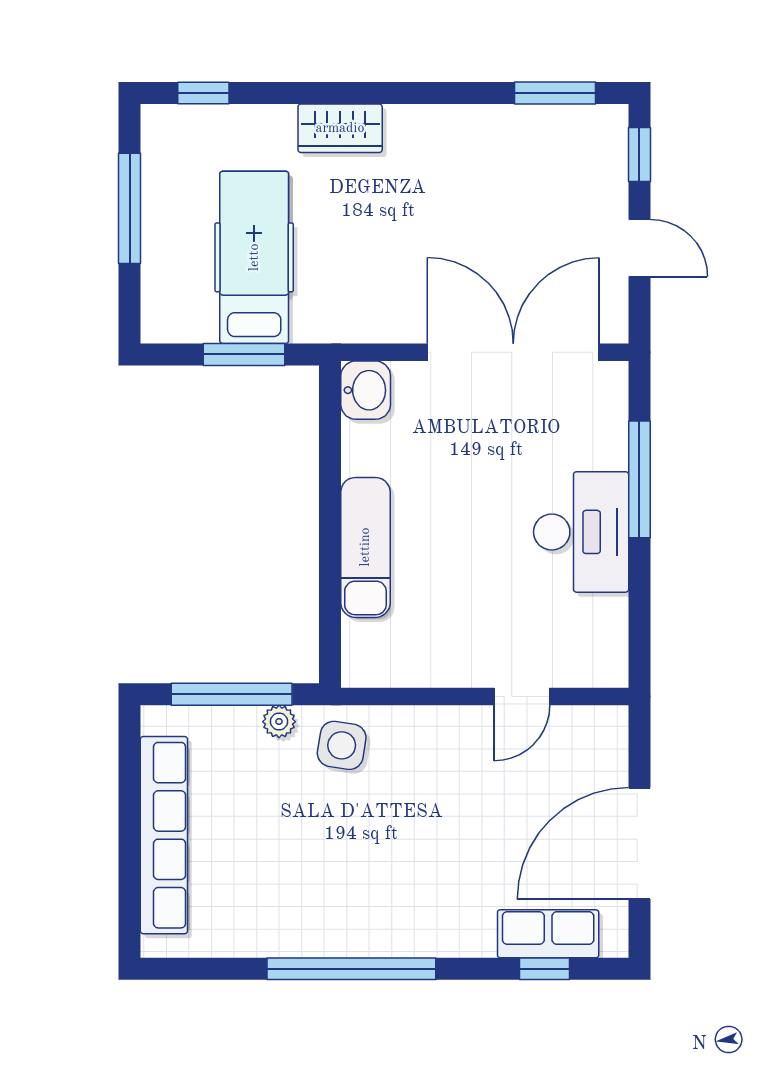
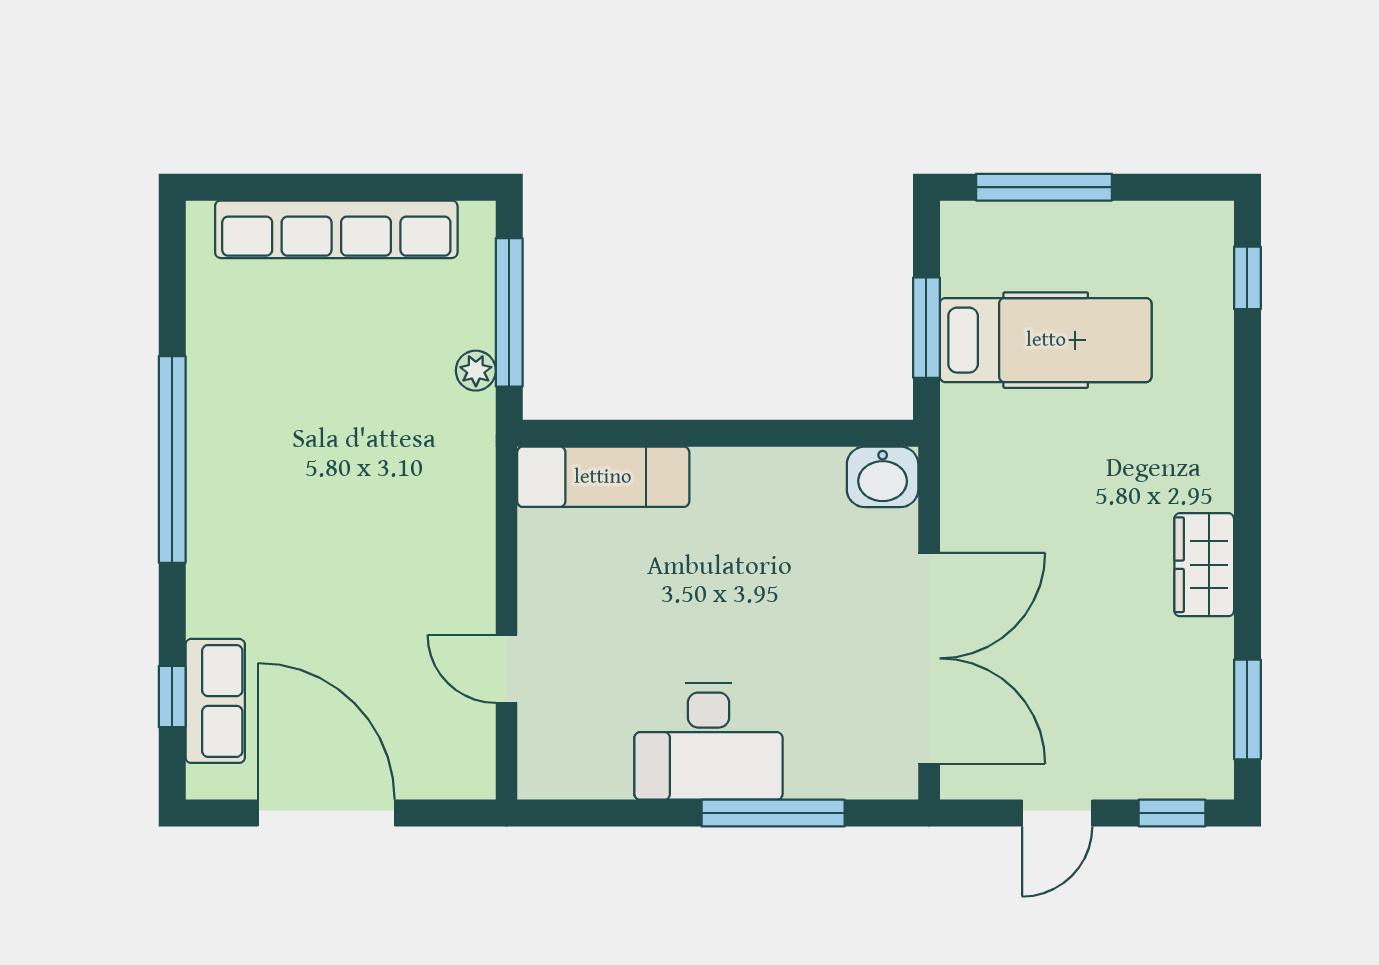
wardrobe: (340, 128) -> (1204, 565), moved
window: (130, 208) -> (1044, 187), moved
exam couch: (365, 547) -> (603, 477), moved
side table: (342, 745) -> (447, 447), removed

